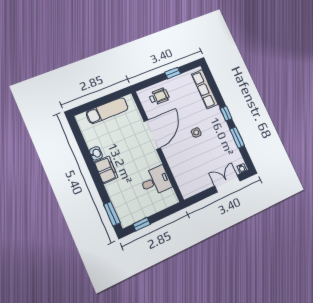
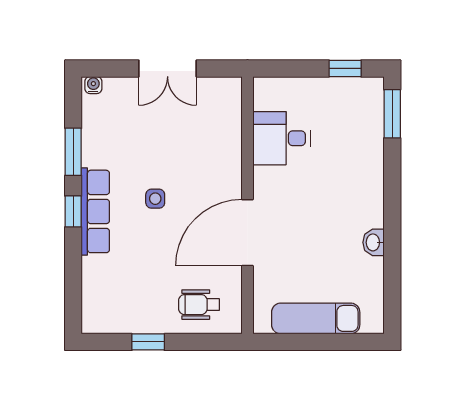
row of seats: (205, 89) -> (95, 211), moved
filing cabinet: (106, 170) -> (368, 202), removed
double door: (227, 183) -> (168, 68), moved

